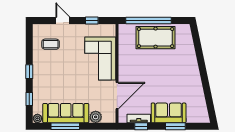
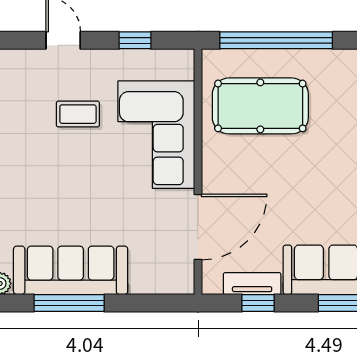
pool table: (156, 38) -> (260, 106), moved
coffee table: (51, 44) -> (78, 114), moved
plant: (96, 117) -> (145, 280), removed

